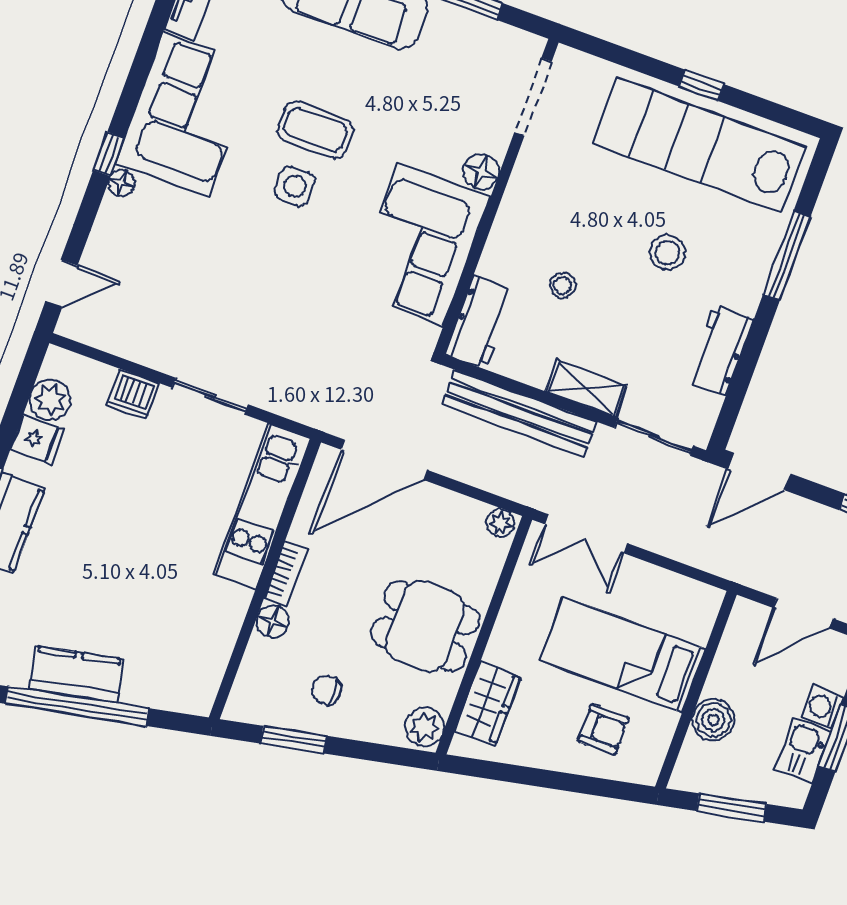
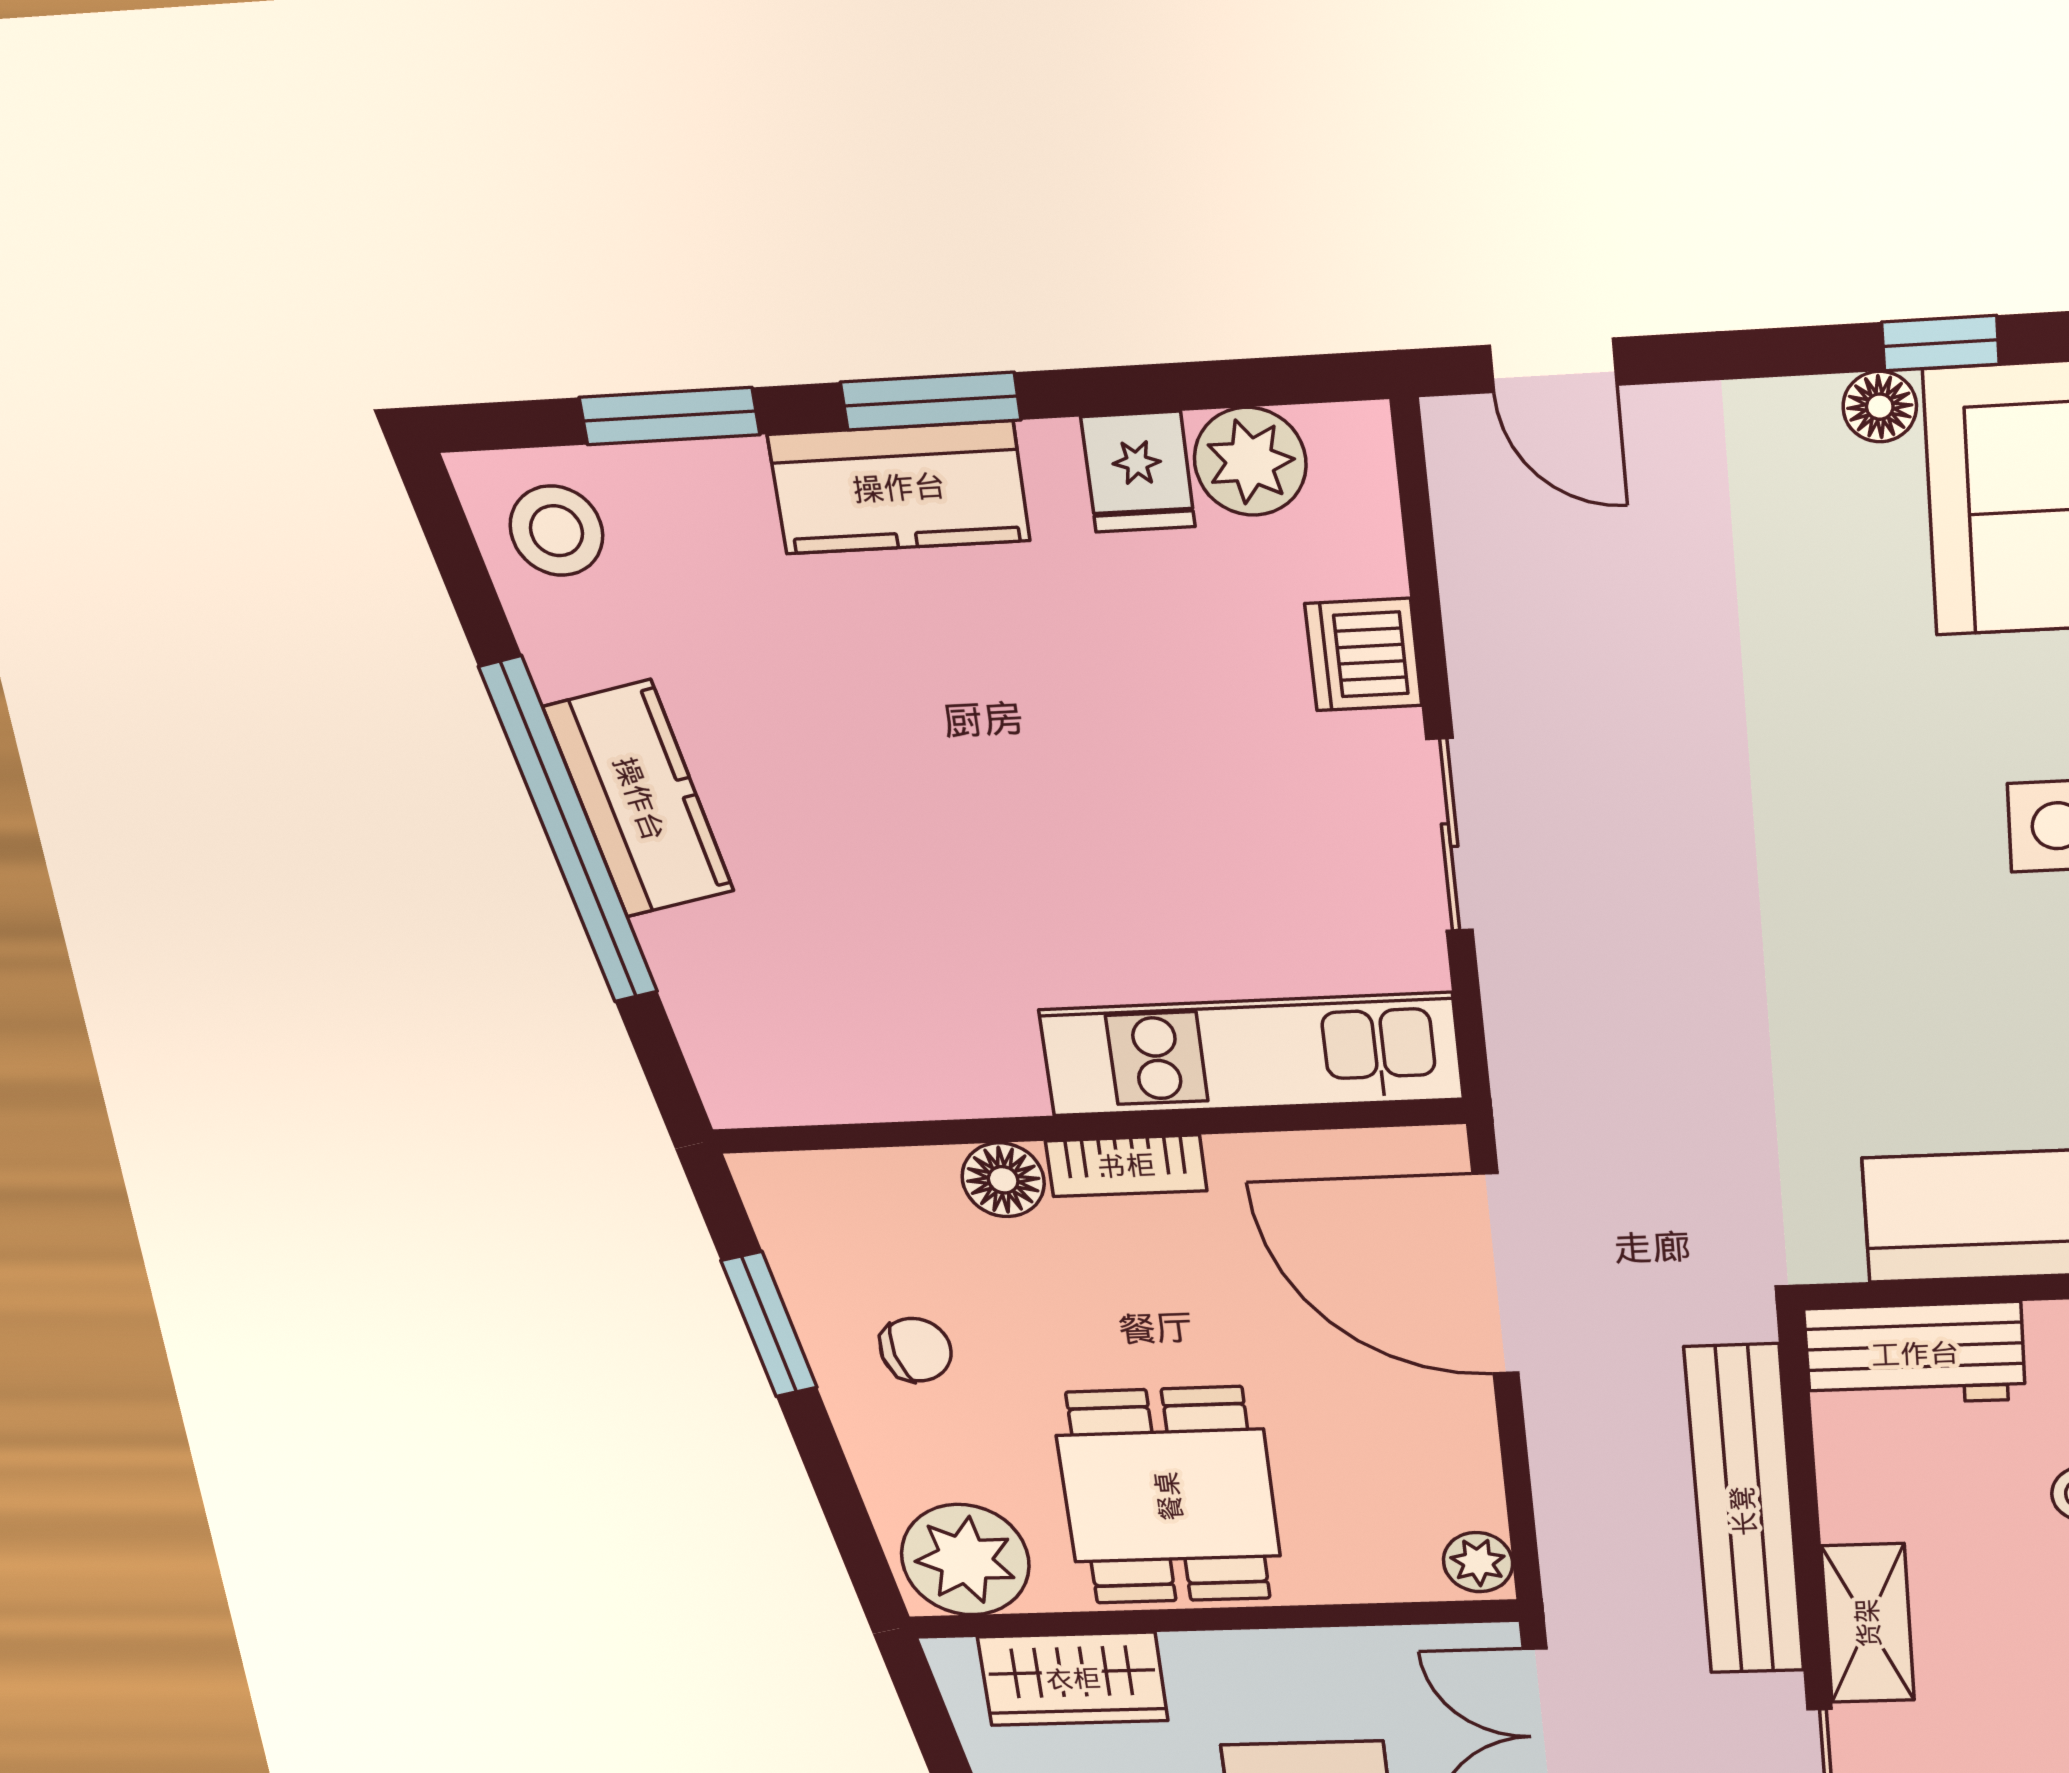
chair: (326, 690) -> (916, 1350), turned 77
plant: (424, 727) -> (965, 1560), width x1.36, depth x1.36

